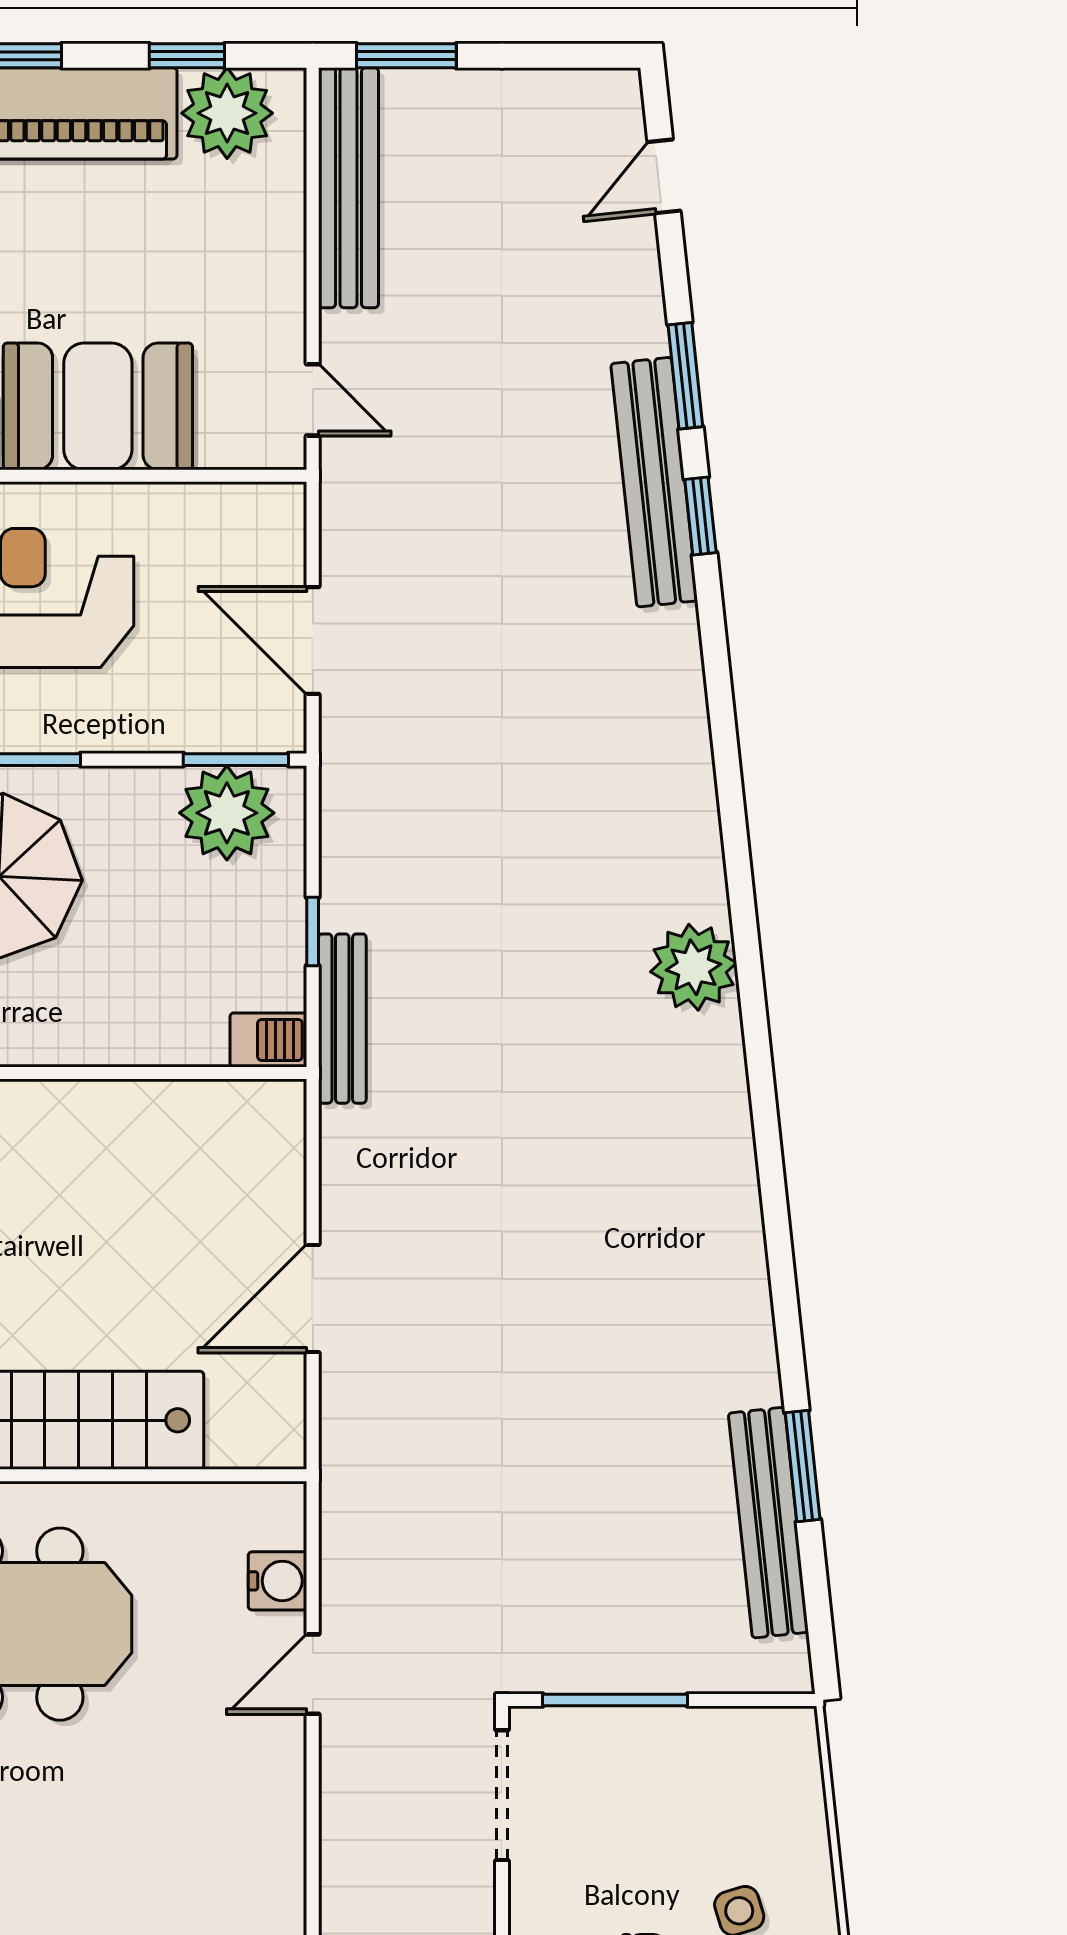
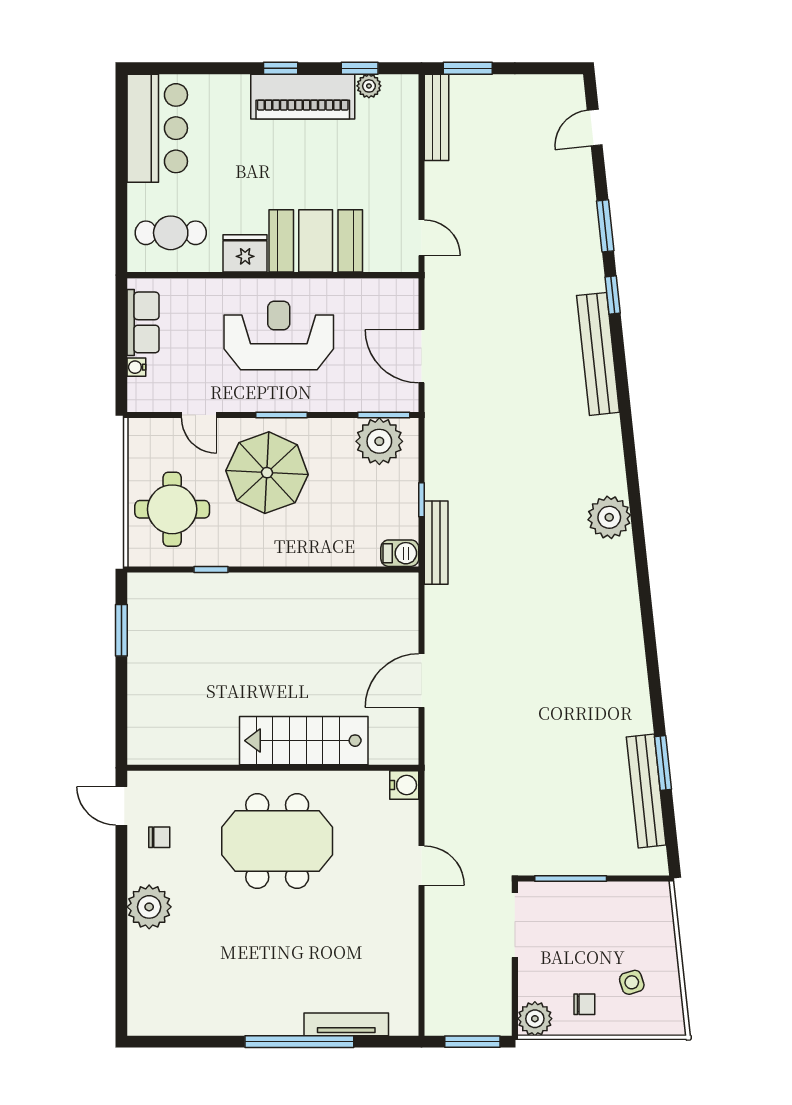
plant: (227, 113) -> (369, 86), width x0.53, depth x0.53
bench: (348, 188) -> (437, 117), width x0.73, depth x0.82
bench: (654, 482) -> (598, 354), moved
water cooler: (278, 1581) -> (404, 785), moved
door: (313, 1674) -> (422, 866), swing flipped

